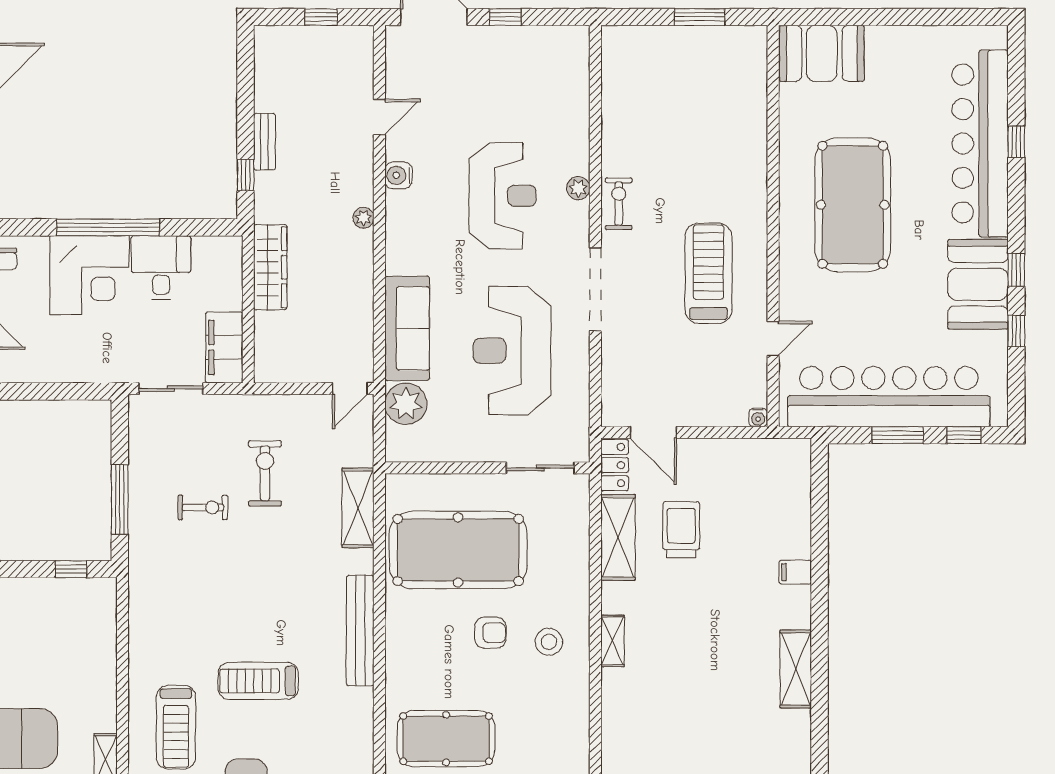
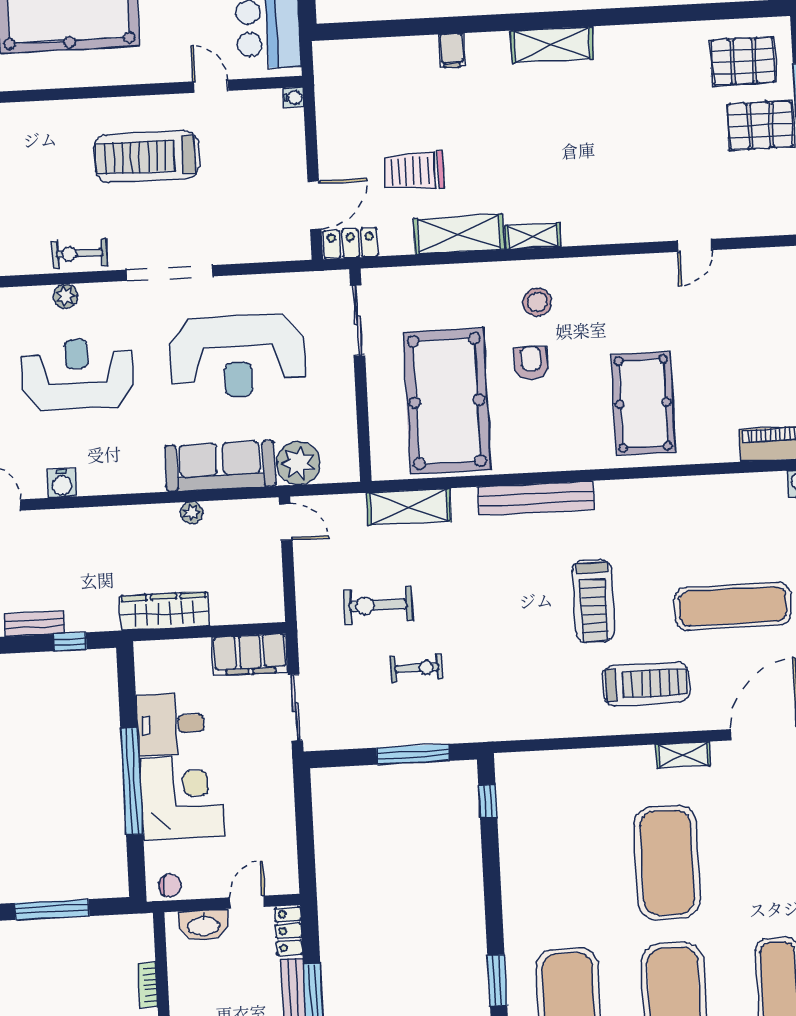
plant: (363, 218) -> (191, 513), moved
exercise bike: (203, 507) -> (417, 668), turned 90
shelving: (618, 537) -> (459, 234), moved

